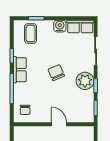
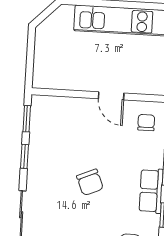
plant: (85, 81) -> (42, 166), removed
door: (59, 124) -> (111, 96), moved

